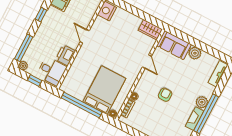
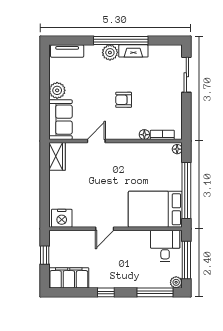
printer: (65, 55) -> (138, 239), removed
window: (35, 80) -> (186, 260), width x2.17
bed: (104, 90) -> (155, 209), moved

